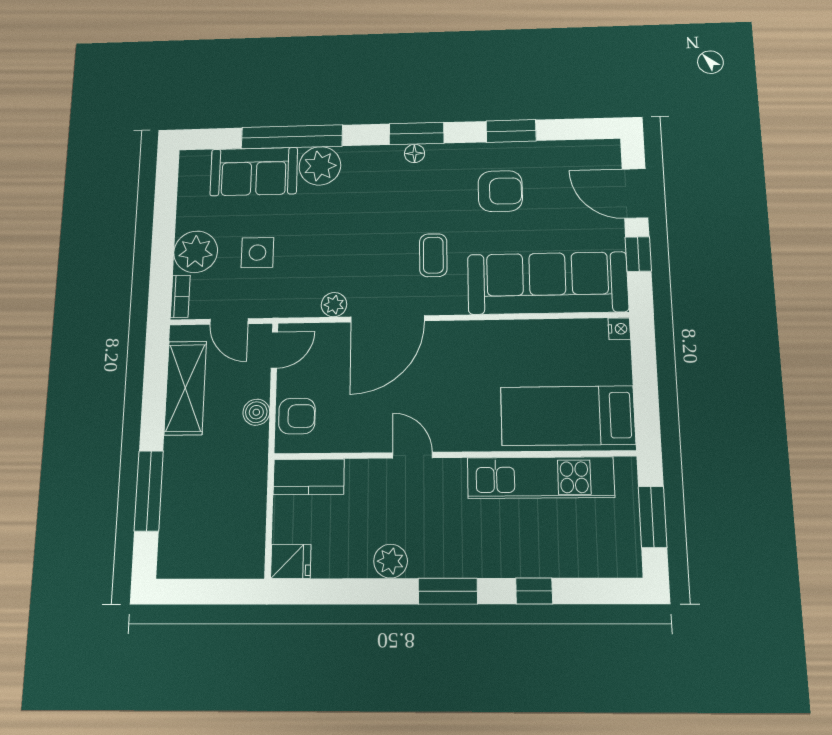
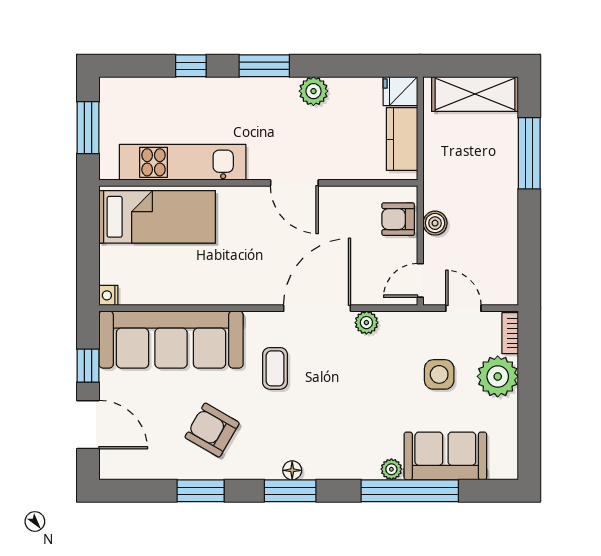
plant: (320, 166) -> (391, 469), width x0.53, depth x0.53
armchair: (500, 191) -> (212, 430), turned 30
shelving: (185, 388) -> (475, 94), moved, turned 90
door: (413, 455) -> (294, 183), width x1.38
kitchen counter: (309, 477) -> (402, 139), moved, turned -90

